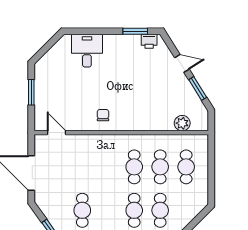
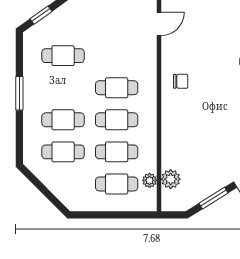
plant: (183, 140) -> (150, 180), added
cafe table: (108, 167) -> (117, 88), added

